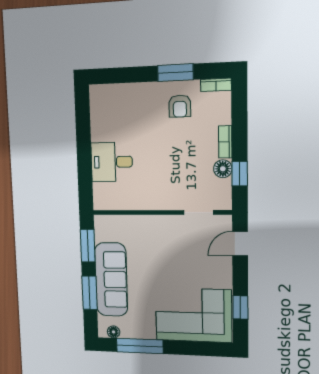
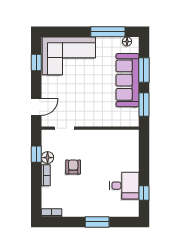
window: (175, 73) -> (97, 222), moved
armchair: (180, 106) -> (73, 167), moved
window: (83, 120) -> (144, 193), added
desk: (112, 162) -> (124, 186), moved

